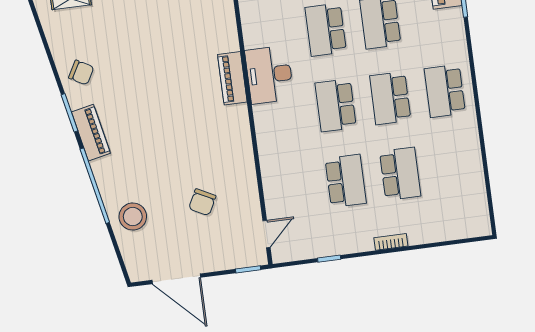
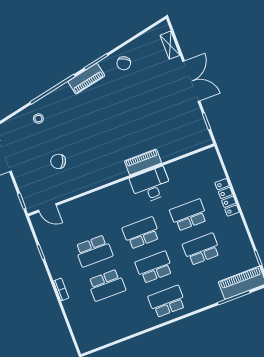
stool: (133, 217) -> (38, 119), width x0.53, depth x0.53

